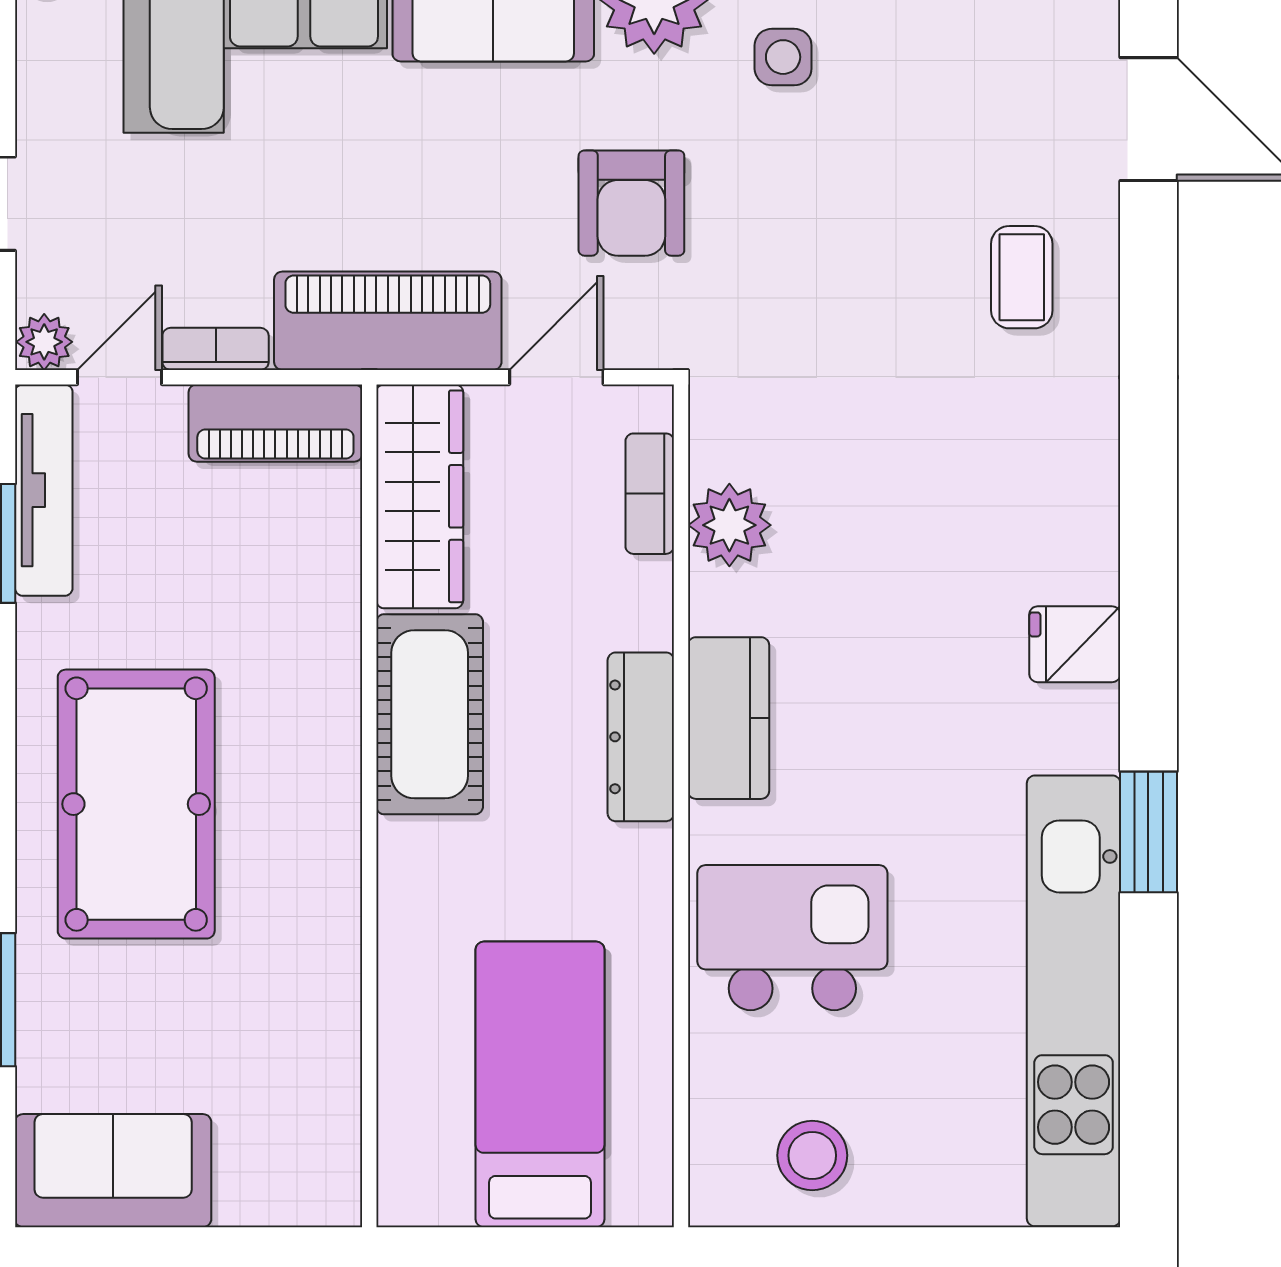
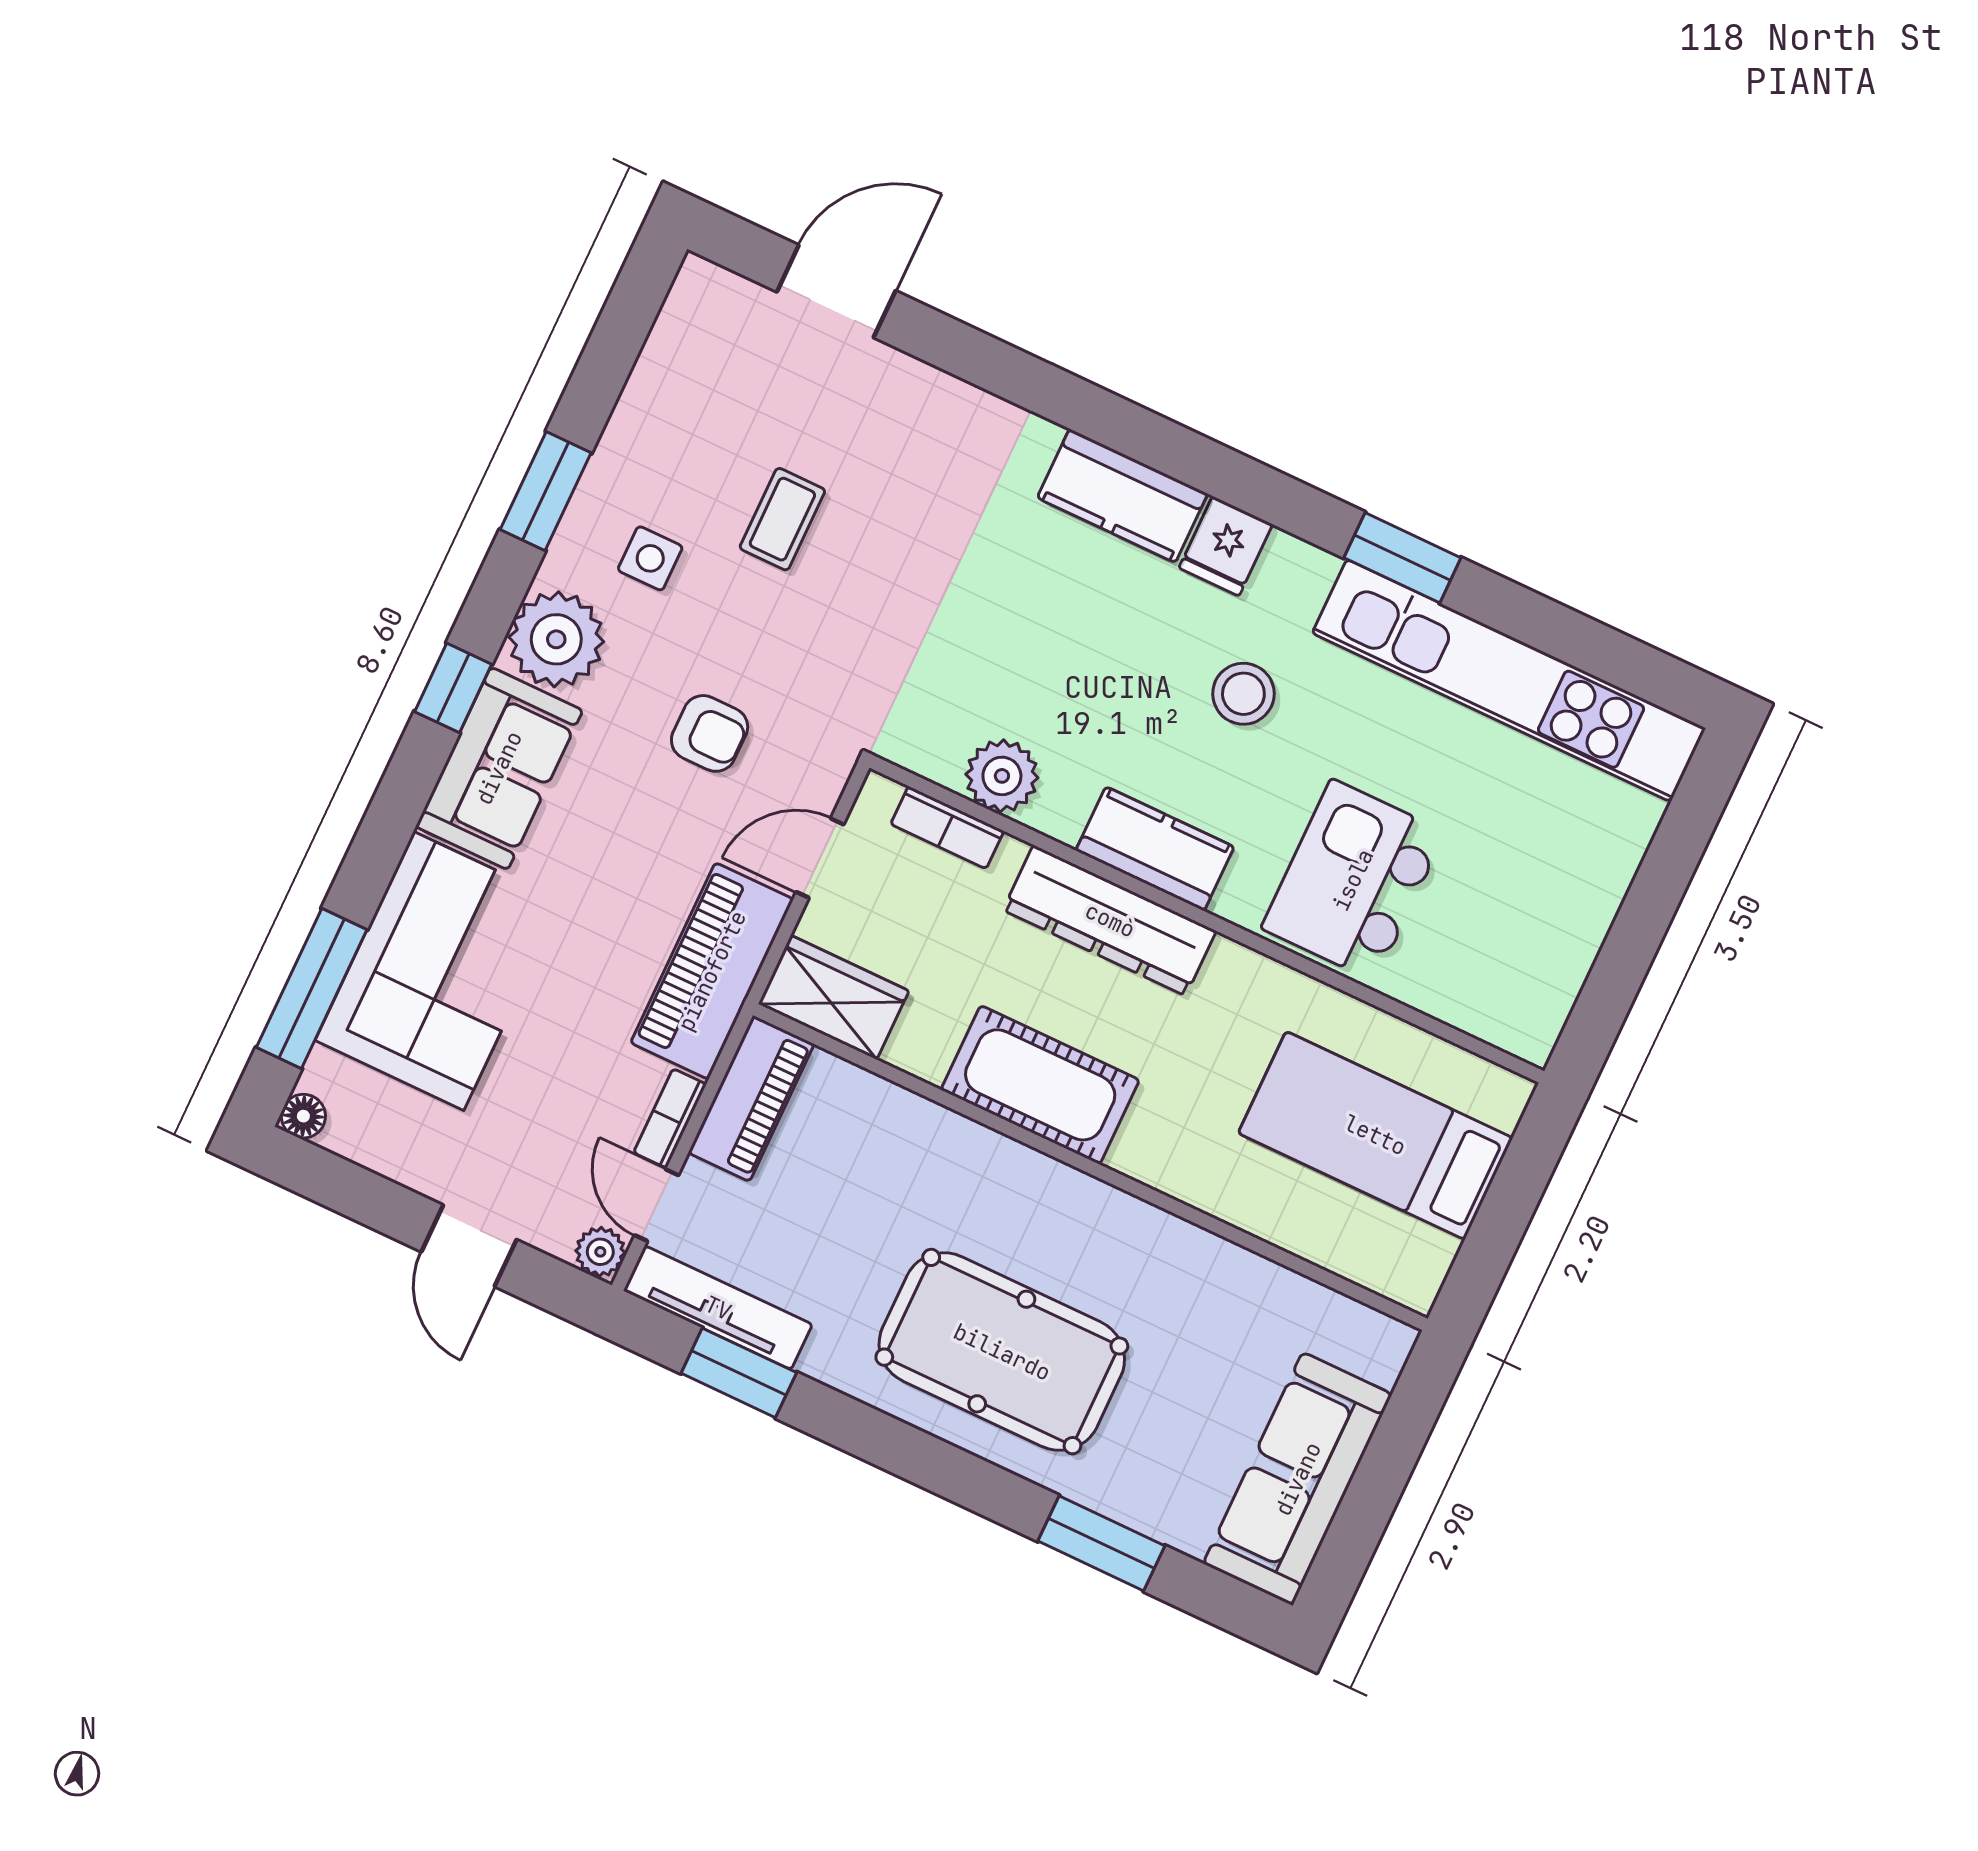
armchair: (631, 203) -> (710, 733), width x0.72, depth x0.72
coffee table: (1022, 277) -> (782, 519), moved, turned 90
door: (556, 377) -> (820, 858), hinge flipped
wardrobe: (420, 496) -> (834, 997), width x0.67
kitchen counter: (1077, 513) -> (1122, 496), added
dresser: (641, 737) -> (1110, 920), width x1.37, depth x1.24
stool: (812, 1155) -> (1243, 694), moved
sofa: (113, 1171) -> (1298, 1479), width x1.36

